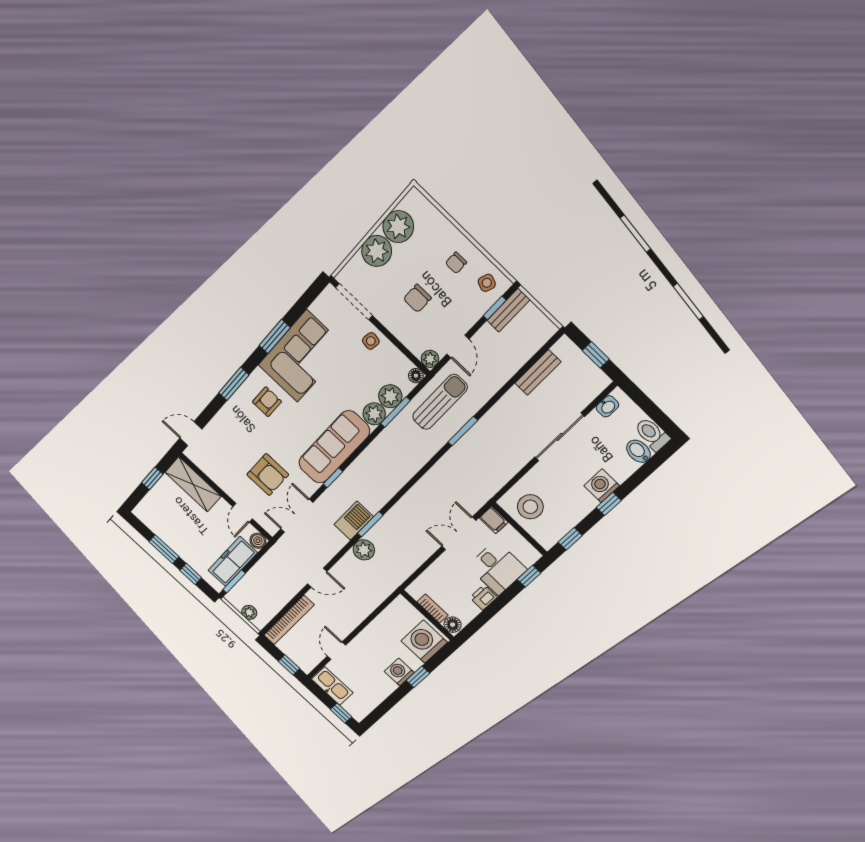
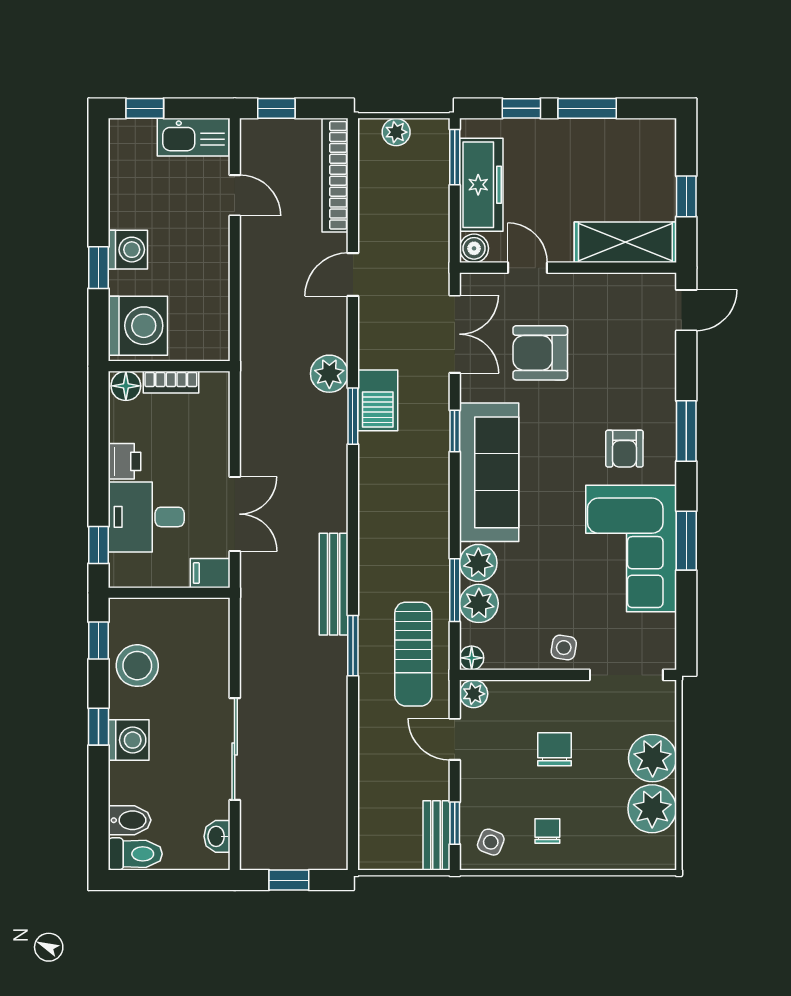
bench: (538, 373) -> (334, 584), moved, width x1.36
stool: (530, 507) -> (137, 666), moved

